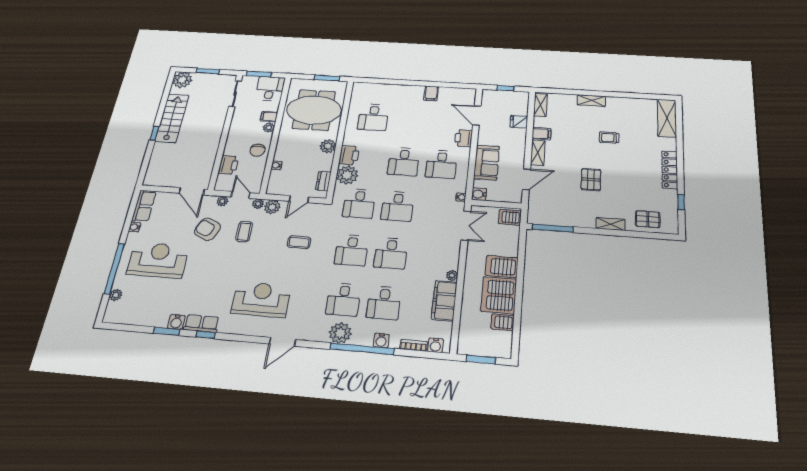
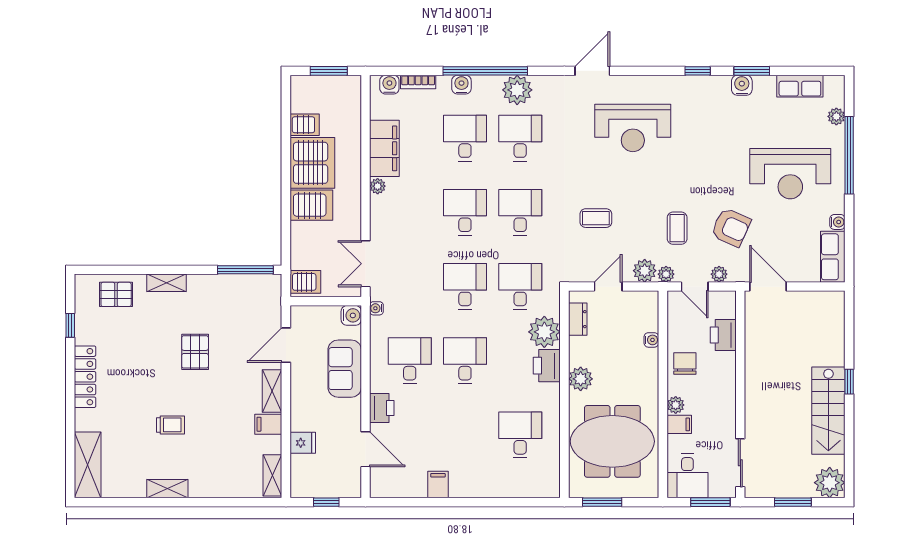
shelving: (591, 100) -> (167, 489), moved
row of seats: (201, 324) -> (800, 86), moved

